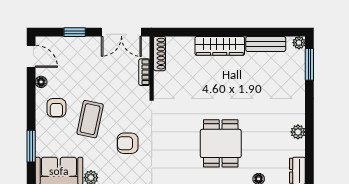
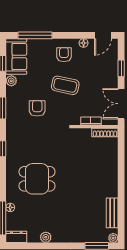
wardrobe: (220, 46) -> (111, 178), removed
armchair: (56, 108) -> (64, 55), turned 90
coffee table: (90, 119) -> (65, 85), moved
window: (31, 146) -> (35, 35), width x1.44

